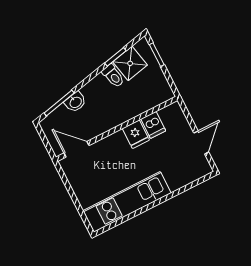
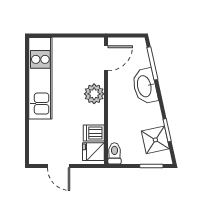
toilet: (113, 76) -> (114, 153), moved, turned 102
washbasin: (75, 102) -> (145, 86), width x1.91, depth x1.45
fridge: (136, 134) -> (93, 152), moved
plant: (116, 143) -> (94, 94), added

